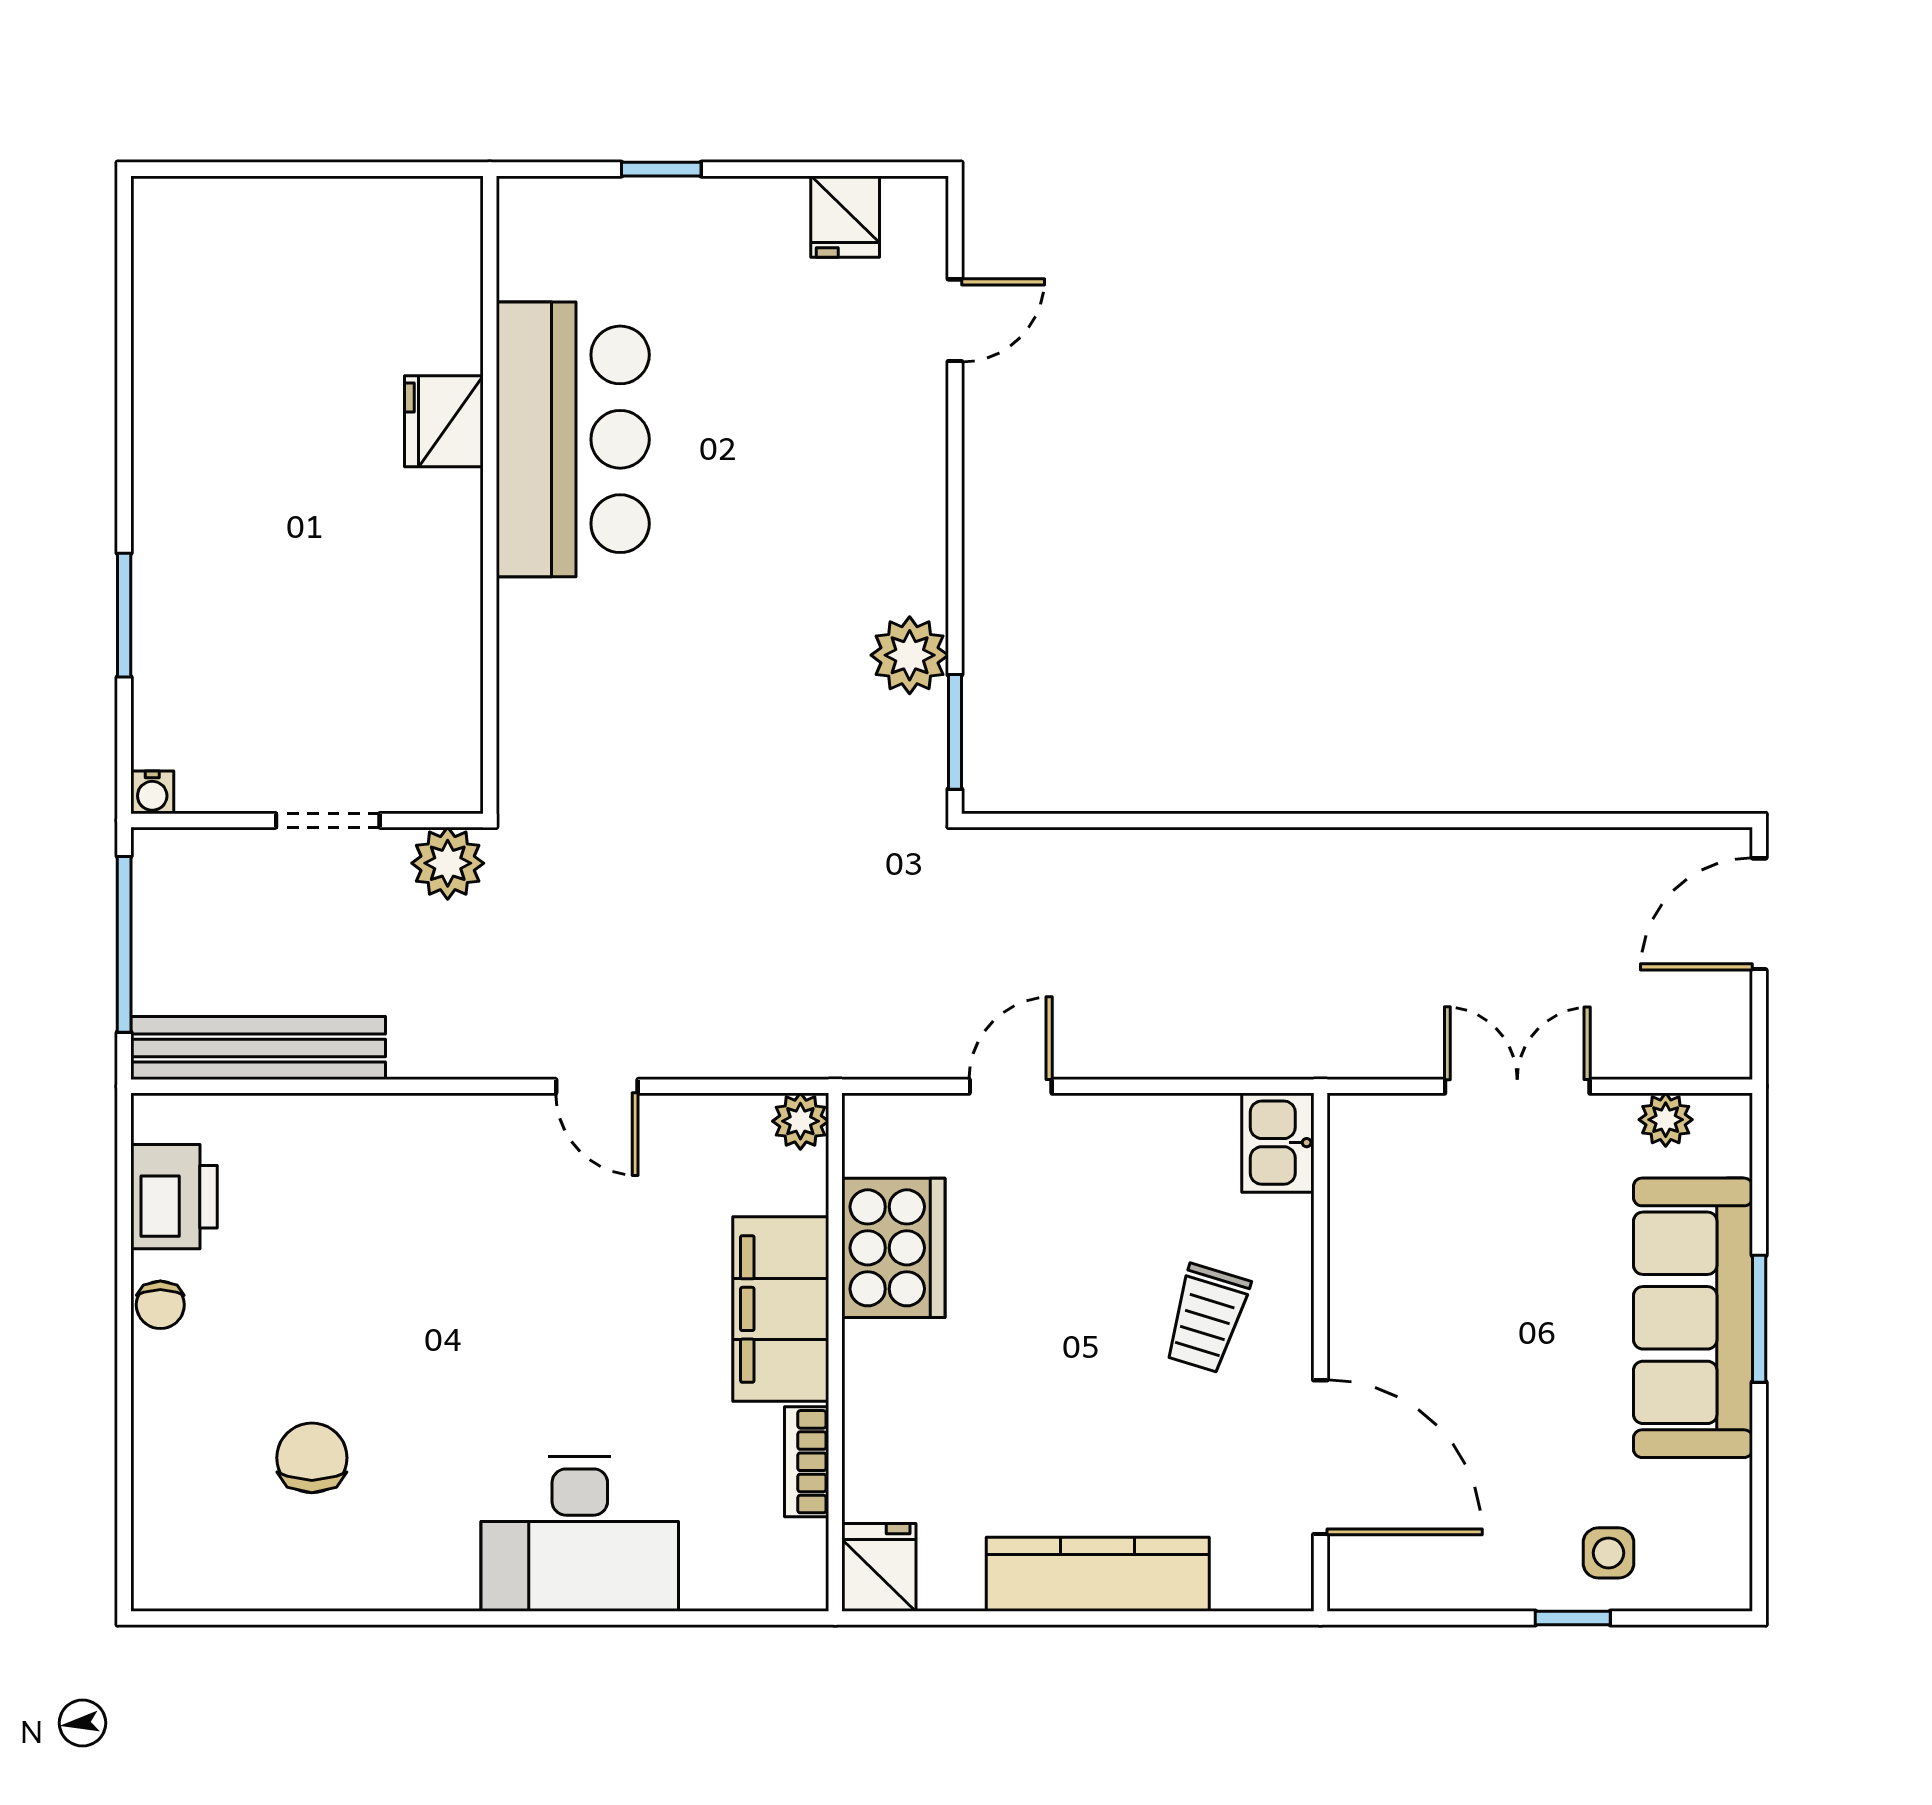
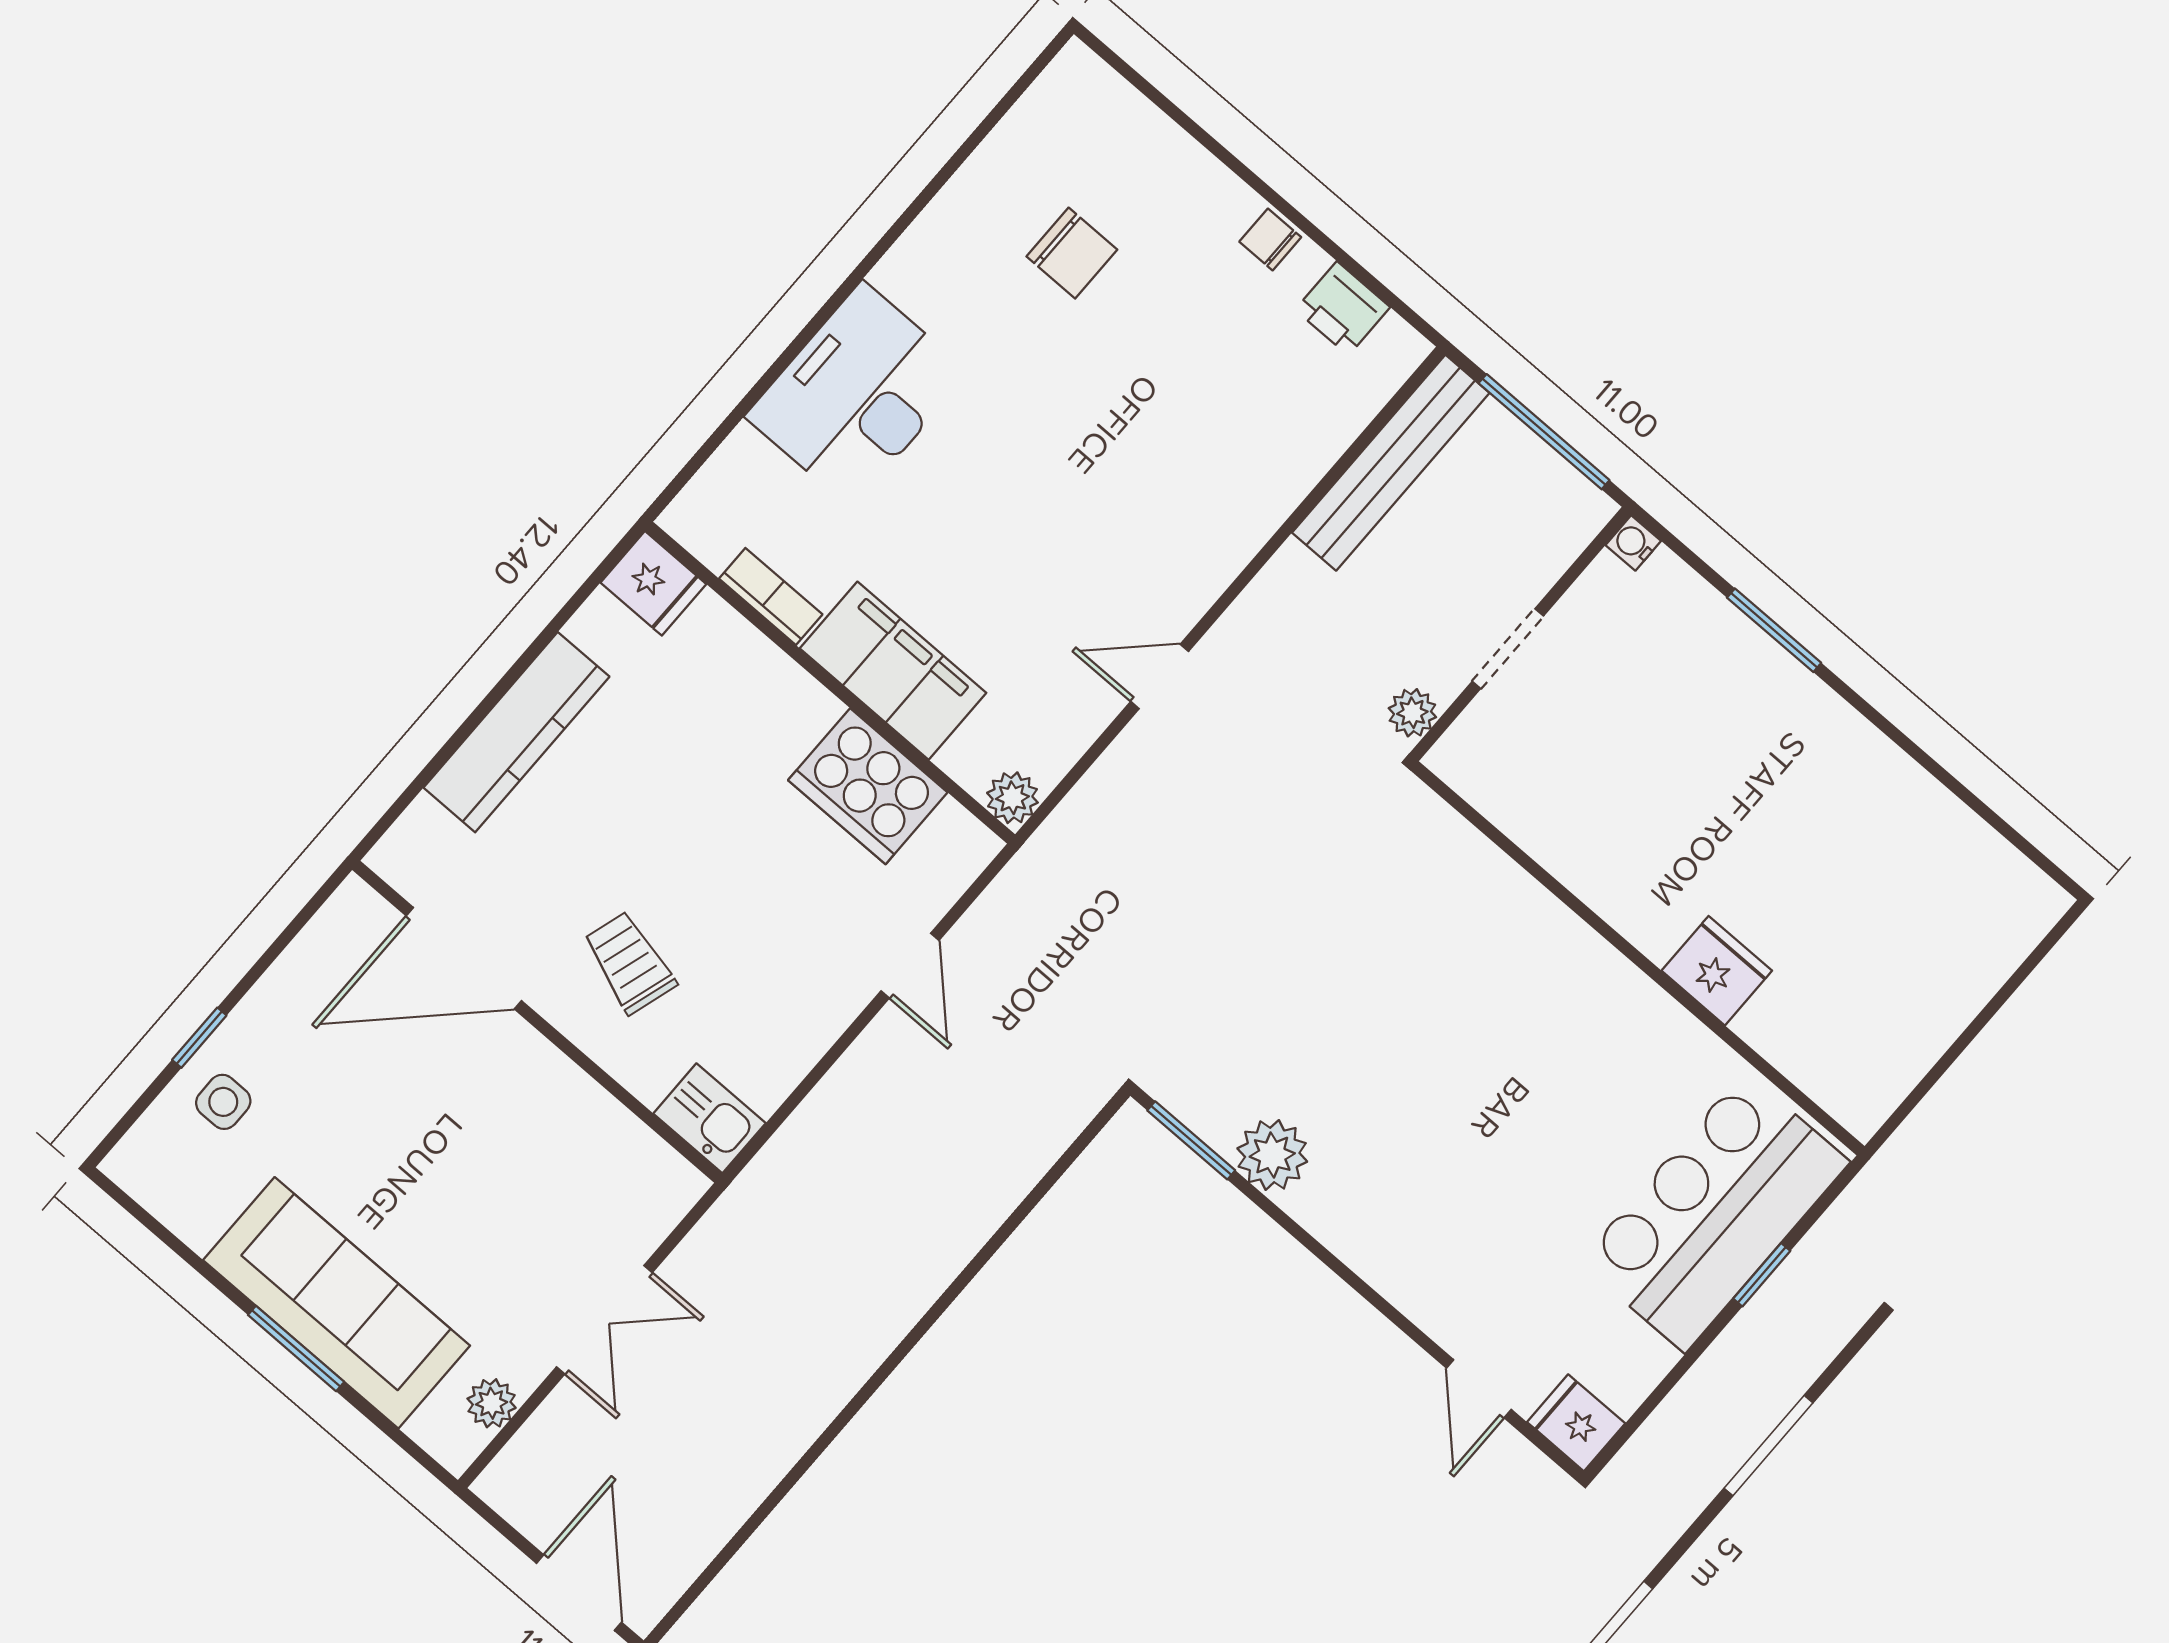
fridge: (845, 217) -> (1576, 1423), moved
bar counter: (573, 439) -> (1715, 1212), moved, turned 90
plant: (448, 863) -> (1412, 713), width x0.73, depth x0.73
printer: (174, 1197) -> (1343, 308), width x0.73, depth x0.81

